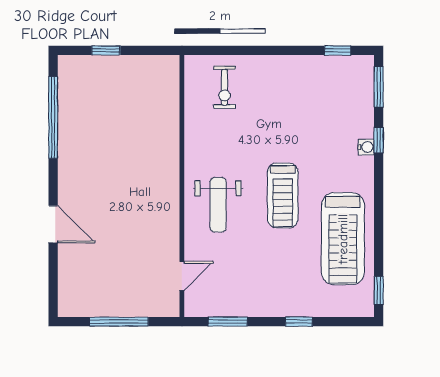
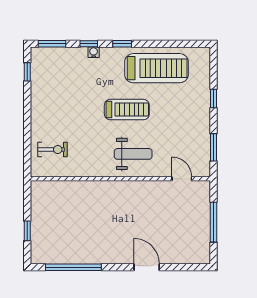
door: (53, 224) -> (147, 267), hinge flipped
window: (379, 290) -> (122, 44), moved

